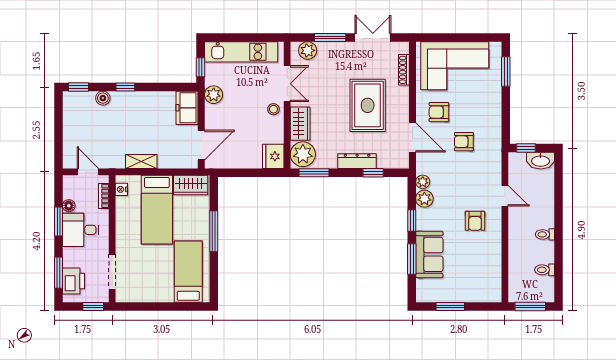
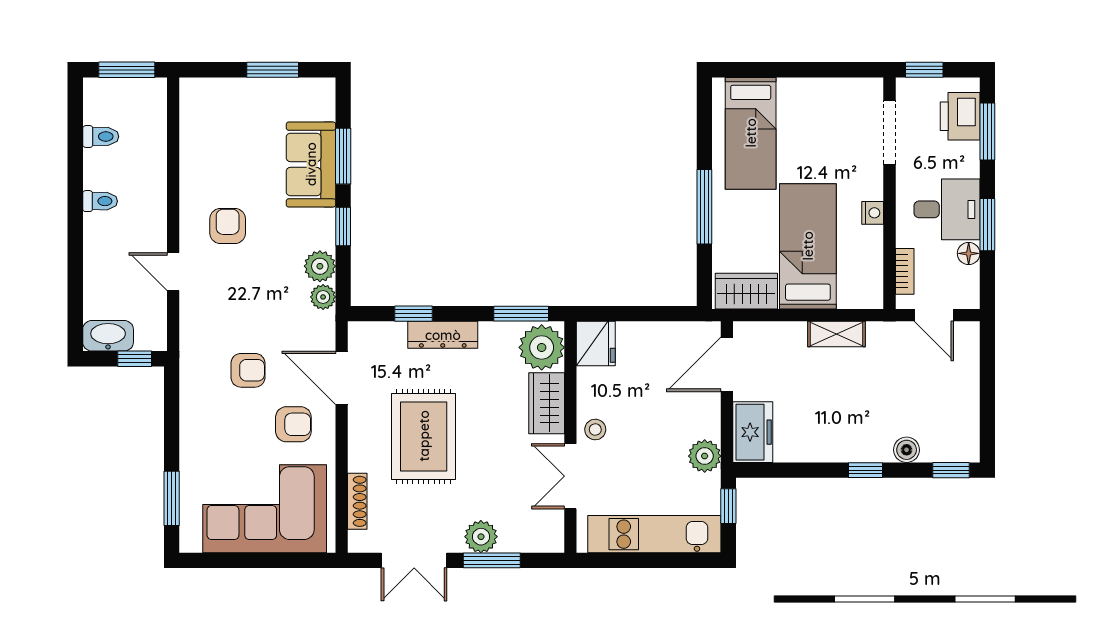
plant: (308, 50) -> (481, 537), moved
nightstand: (121, 189) -> (873, 213), moved

